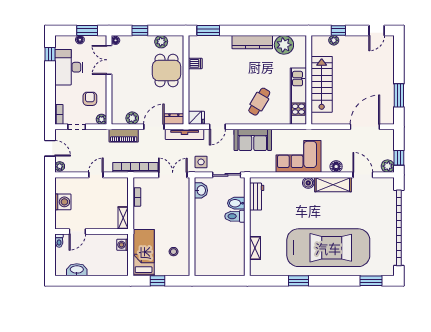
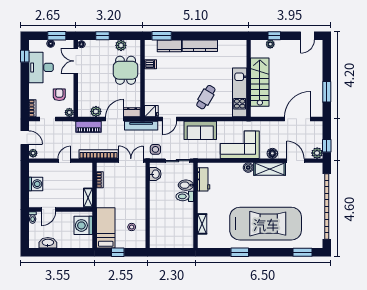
kitchen counter: (217, 42) -> (169, 46), added
plant: (284, 45) -> (227, 48), removed
washing machine: (123, 245) -> (83, 225), width x1.89, depth x1.89

